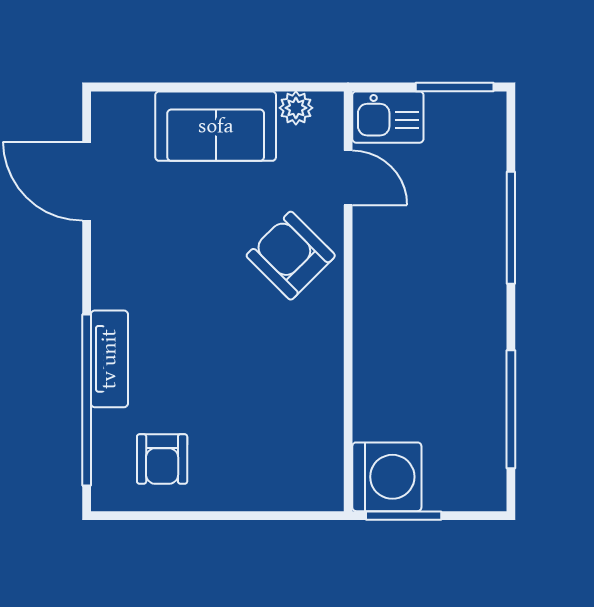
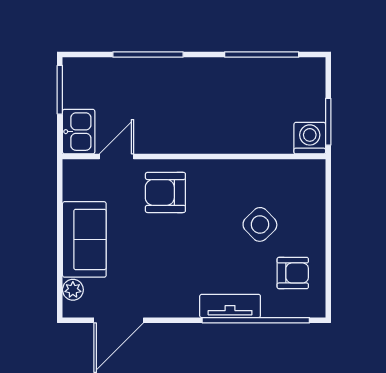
plant: (296, 108) -> (73, 290), moved
armchair: (291, 256) -> (165, 192), turned 45
side table: (240, 407) -> (260, 224), added
washing machine: (387, 477) -> (310, 138), width x0.73, depth x0.73

